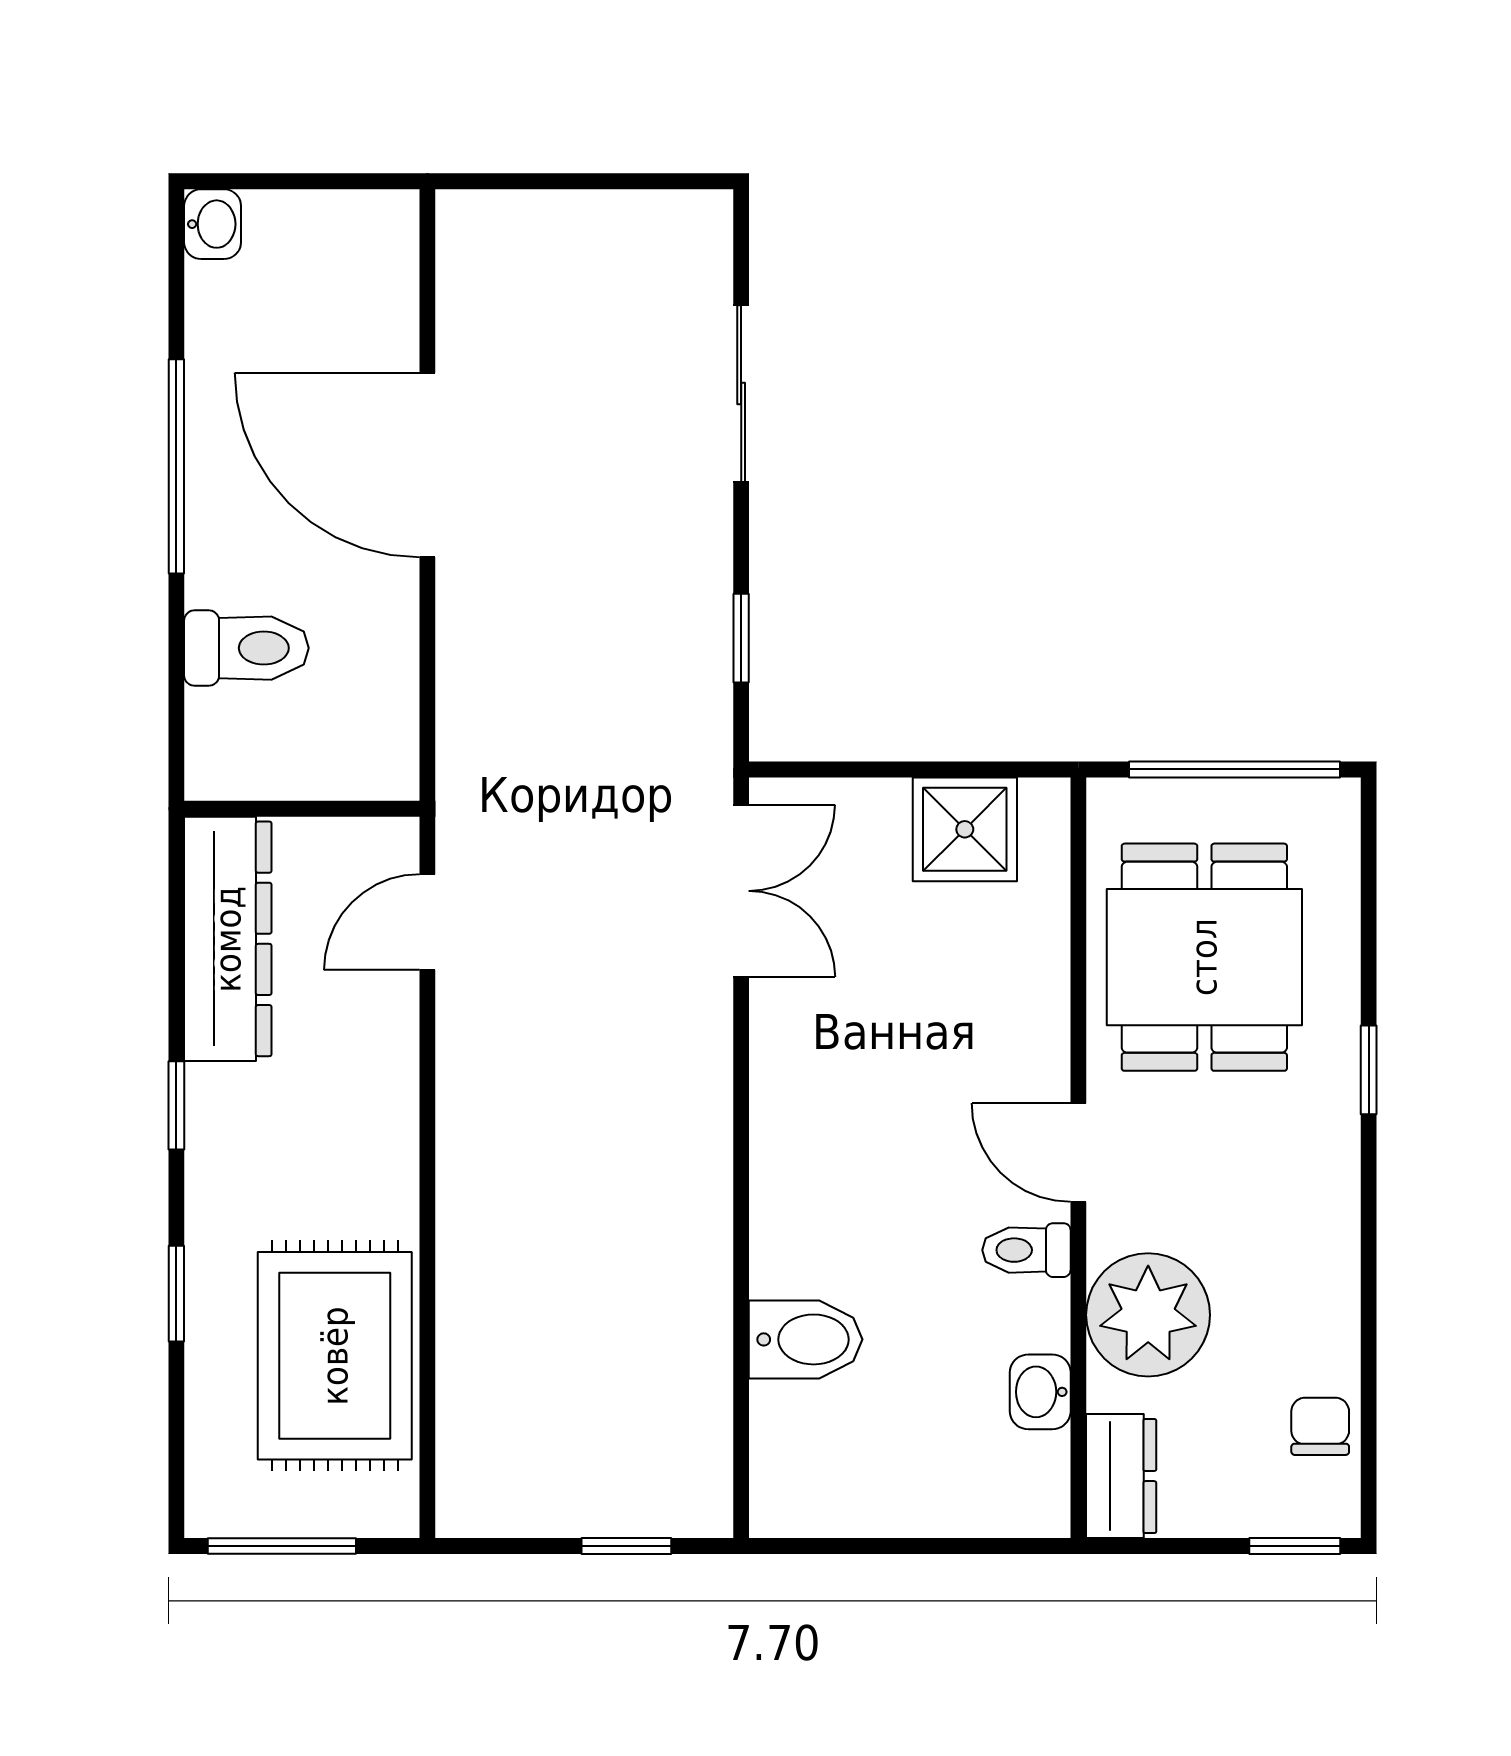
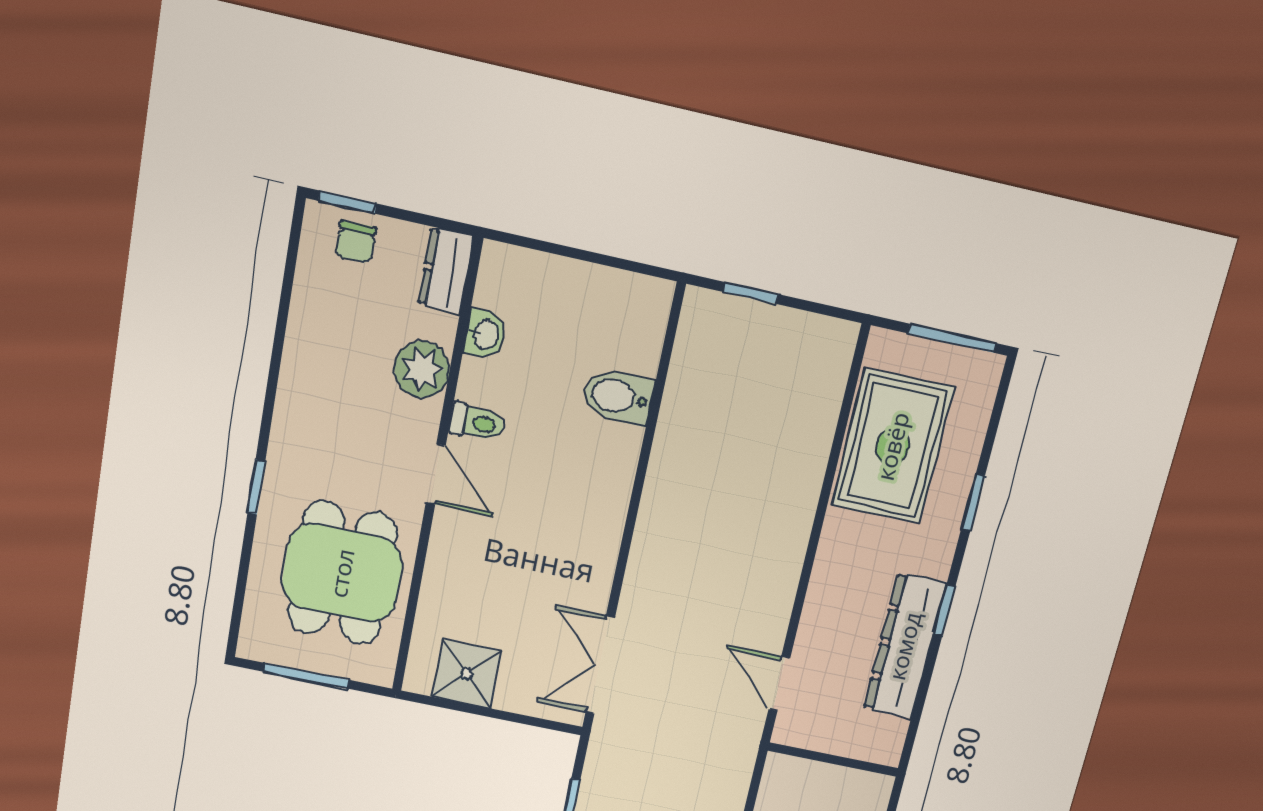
window: (1235, 769) -> (307, 676), width x0.69
door: (427, 922) -> (779, 684), swing flipped
dresser: (228, 939) -> (905, 646), moved
plant: (1148, 1315) -> (422, 369), width x0.73, depth x0.73
chair: (1320, 1426) -> (356, 242), moved

